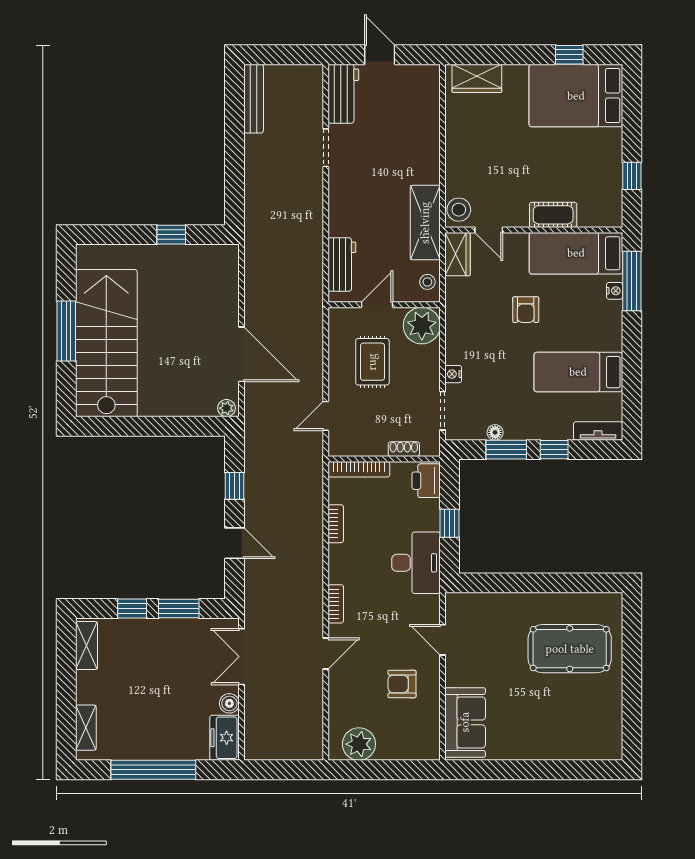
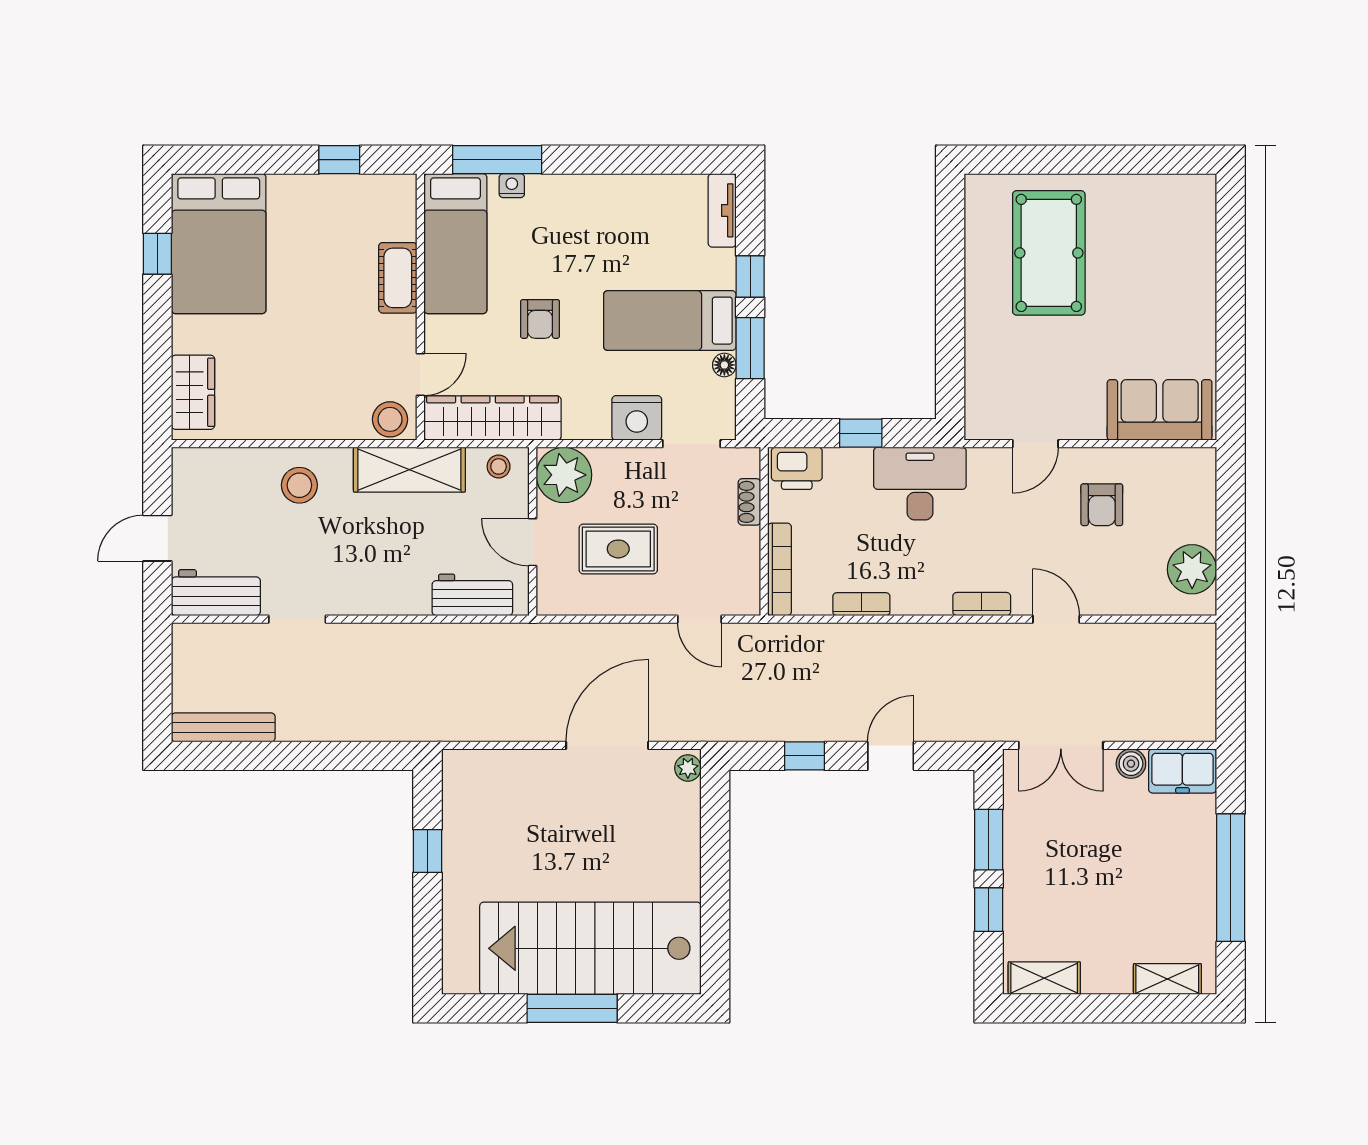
stool: (415, 149) -> (299, 485), added
wardrobe: (458, 254) -> (493, 418), width x2.10, depth x1.17
armchair: (526, 310) -> (540, 319), turned 90
bed: (578, 372) -> (670, 321), moved, turned 90
nightstand: (453, 374) -> (637, 418), width x1.89, depth x1.79

